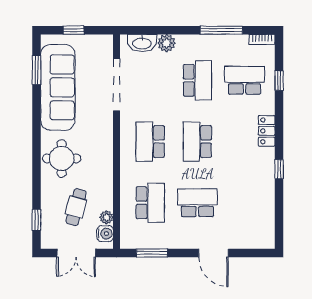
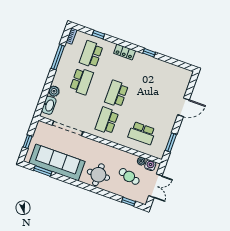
school desk: (197, 80) -> (82, 81), turned 90
school desk: (150, 142) -> (107, 121), turned 90
school desk: (197, 142) -> (117, 94), turned 90
school desk: (150, 203) -> (142, 133), turned 180
school desk: (197, 203) -> (151, 106), removed

